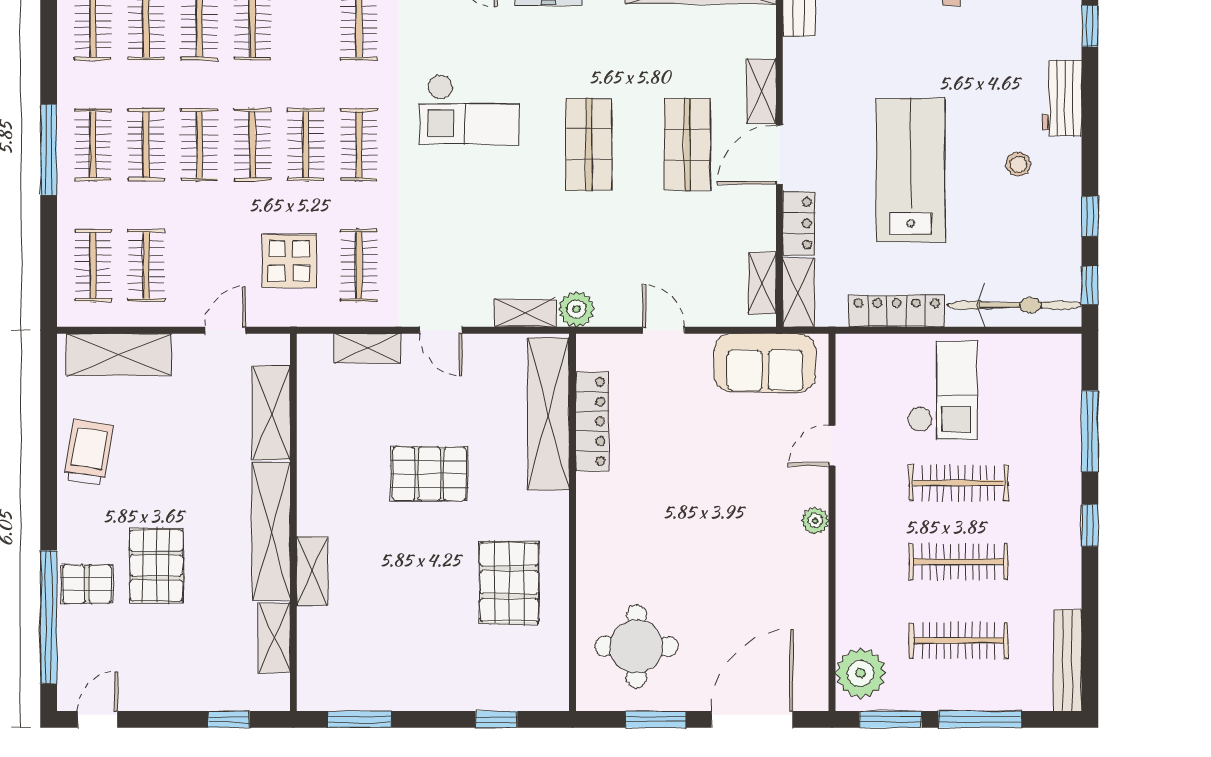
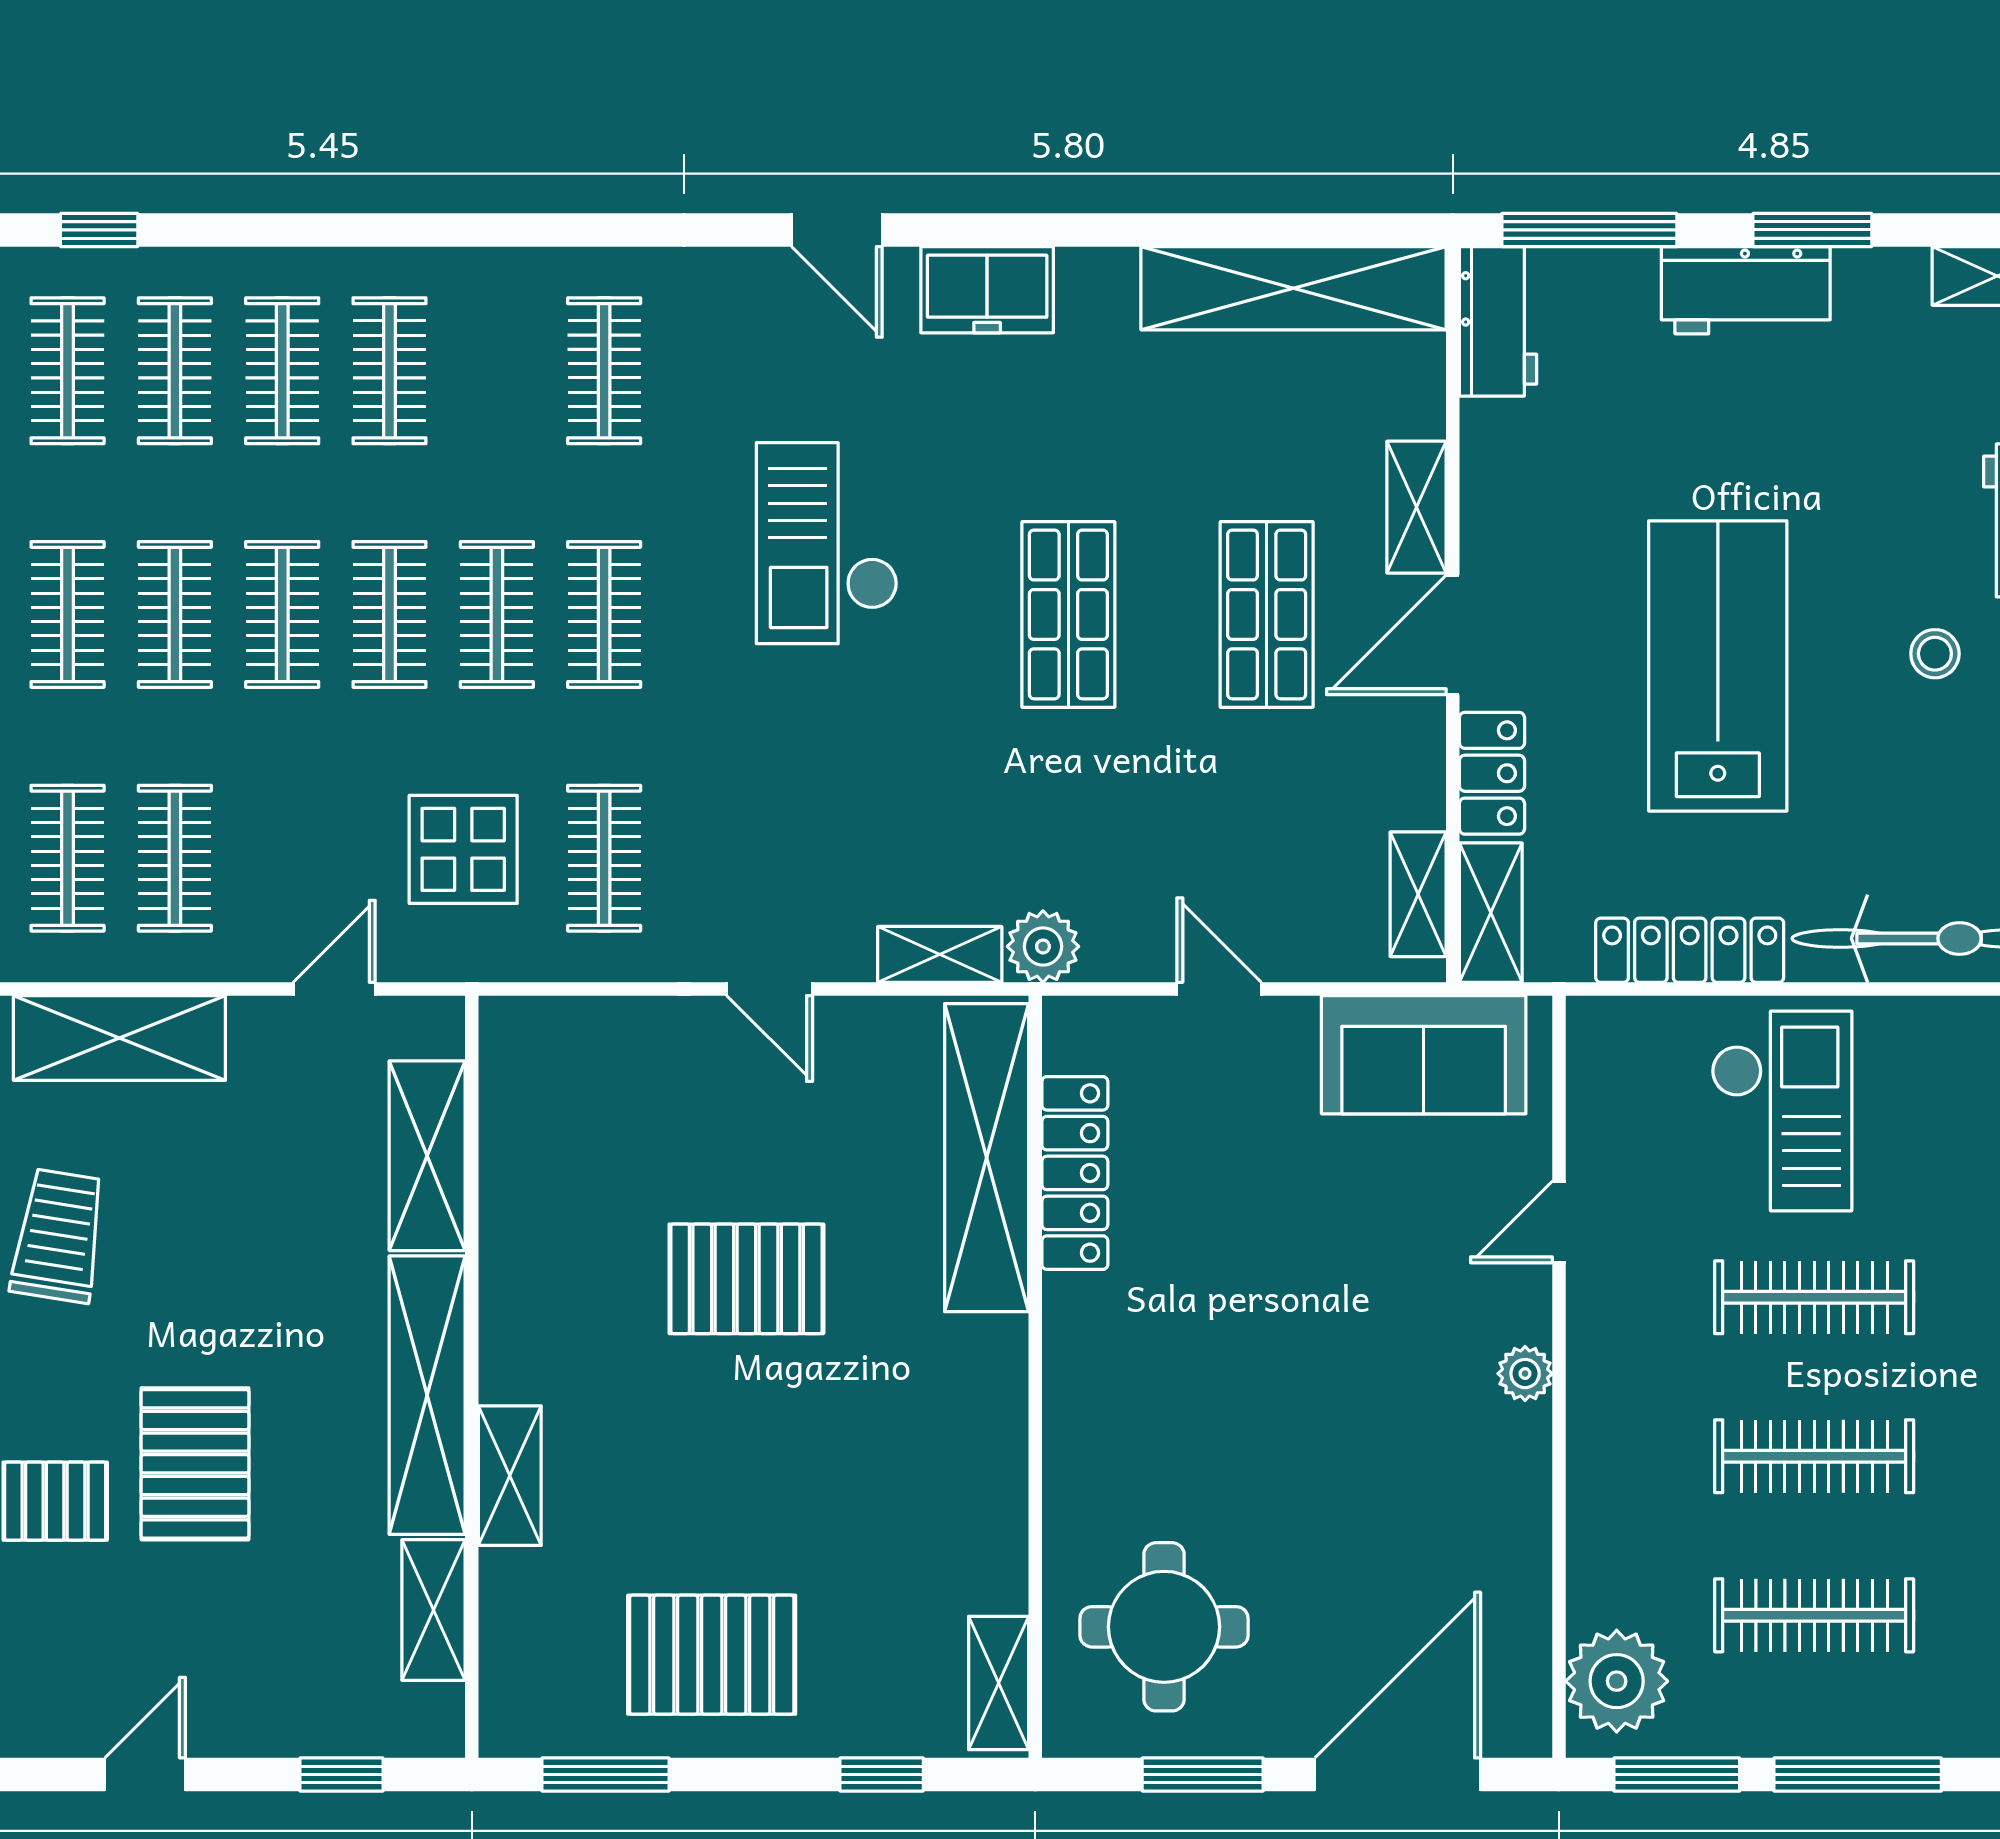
checkout: (469, 109) -> (827, 543), turned 90
shelving: (367, 348) -> (999, 1683), moved, turned 90
pallet: (509, 582) -> (712, 1655), moved, turned 90
door: (98, 719) -> (145, 1775), moved

